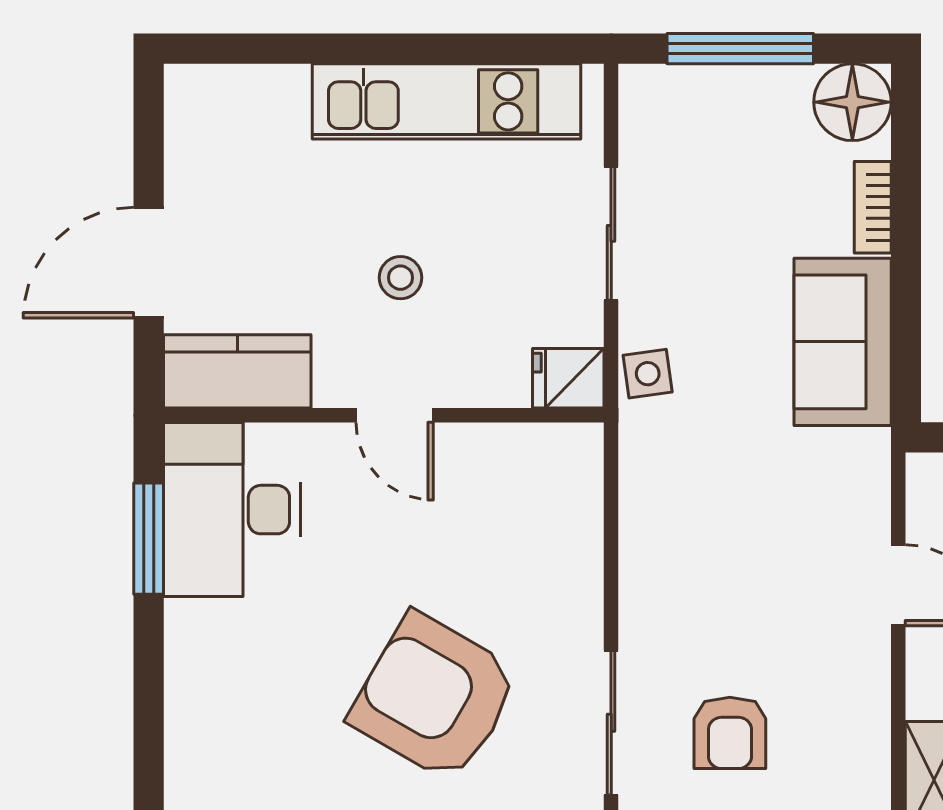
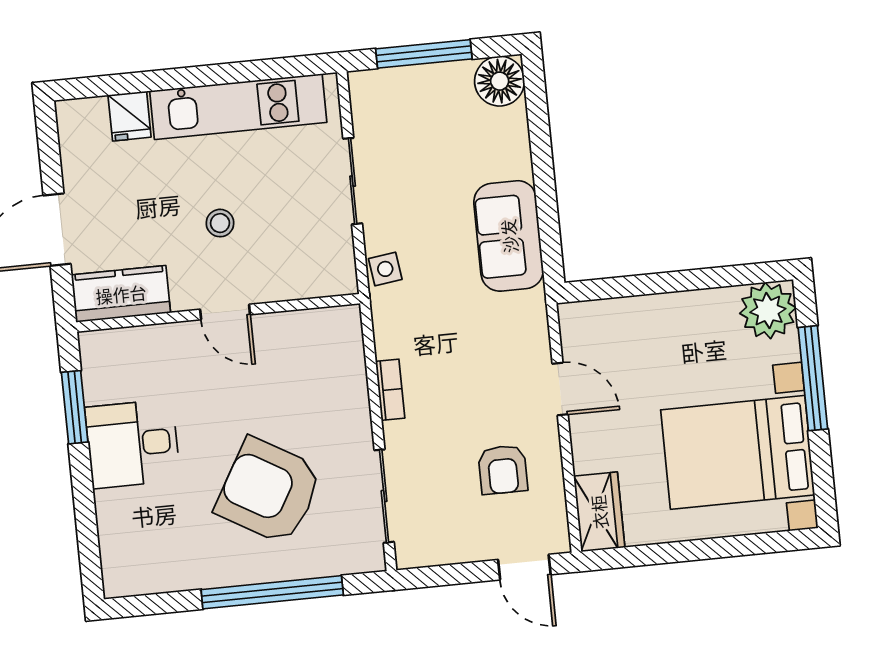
bookcase: (873, 207) -> (390, 390), moved, turned 180
fridge: (568, 378) -> (130, 116), moved, turned -90
desk: (232, 510) -> (133, 444), moved, width x0.73
armchair: (730, 733) -> (503, 470), moved

